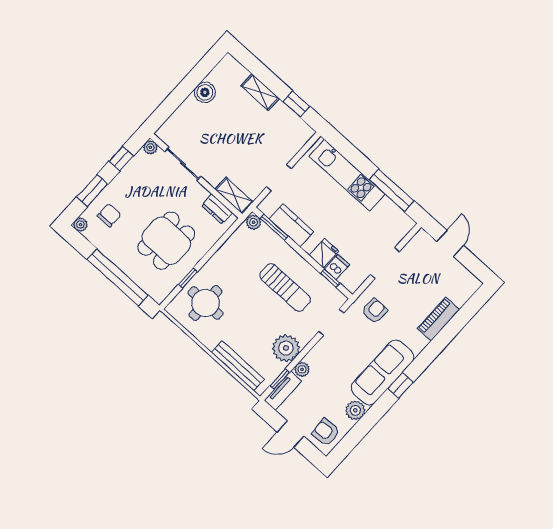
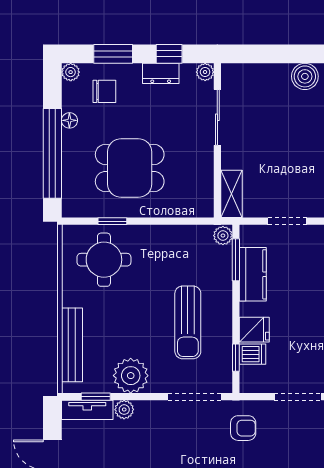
dresser: (217, 209) -> (161, 73), moved, turned -90
floor lamp: (108, 250) -> (69, 120), added
doorway: (331, 322) -> (195, 397), width x1.38

